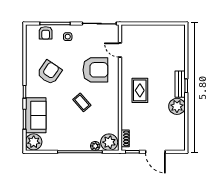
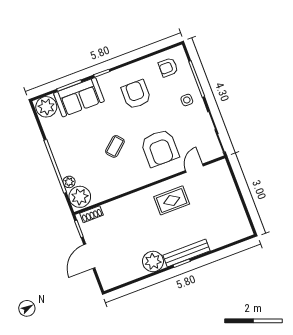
armchair: (46, 33) -> (168, 67), moved
armchair: (49, 72) -> (136, 94), turned -124
bench: (180, 84) -> (187, 253), width x1.36
rug: (140, 90) -> (172, 200), moved

